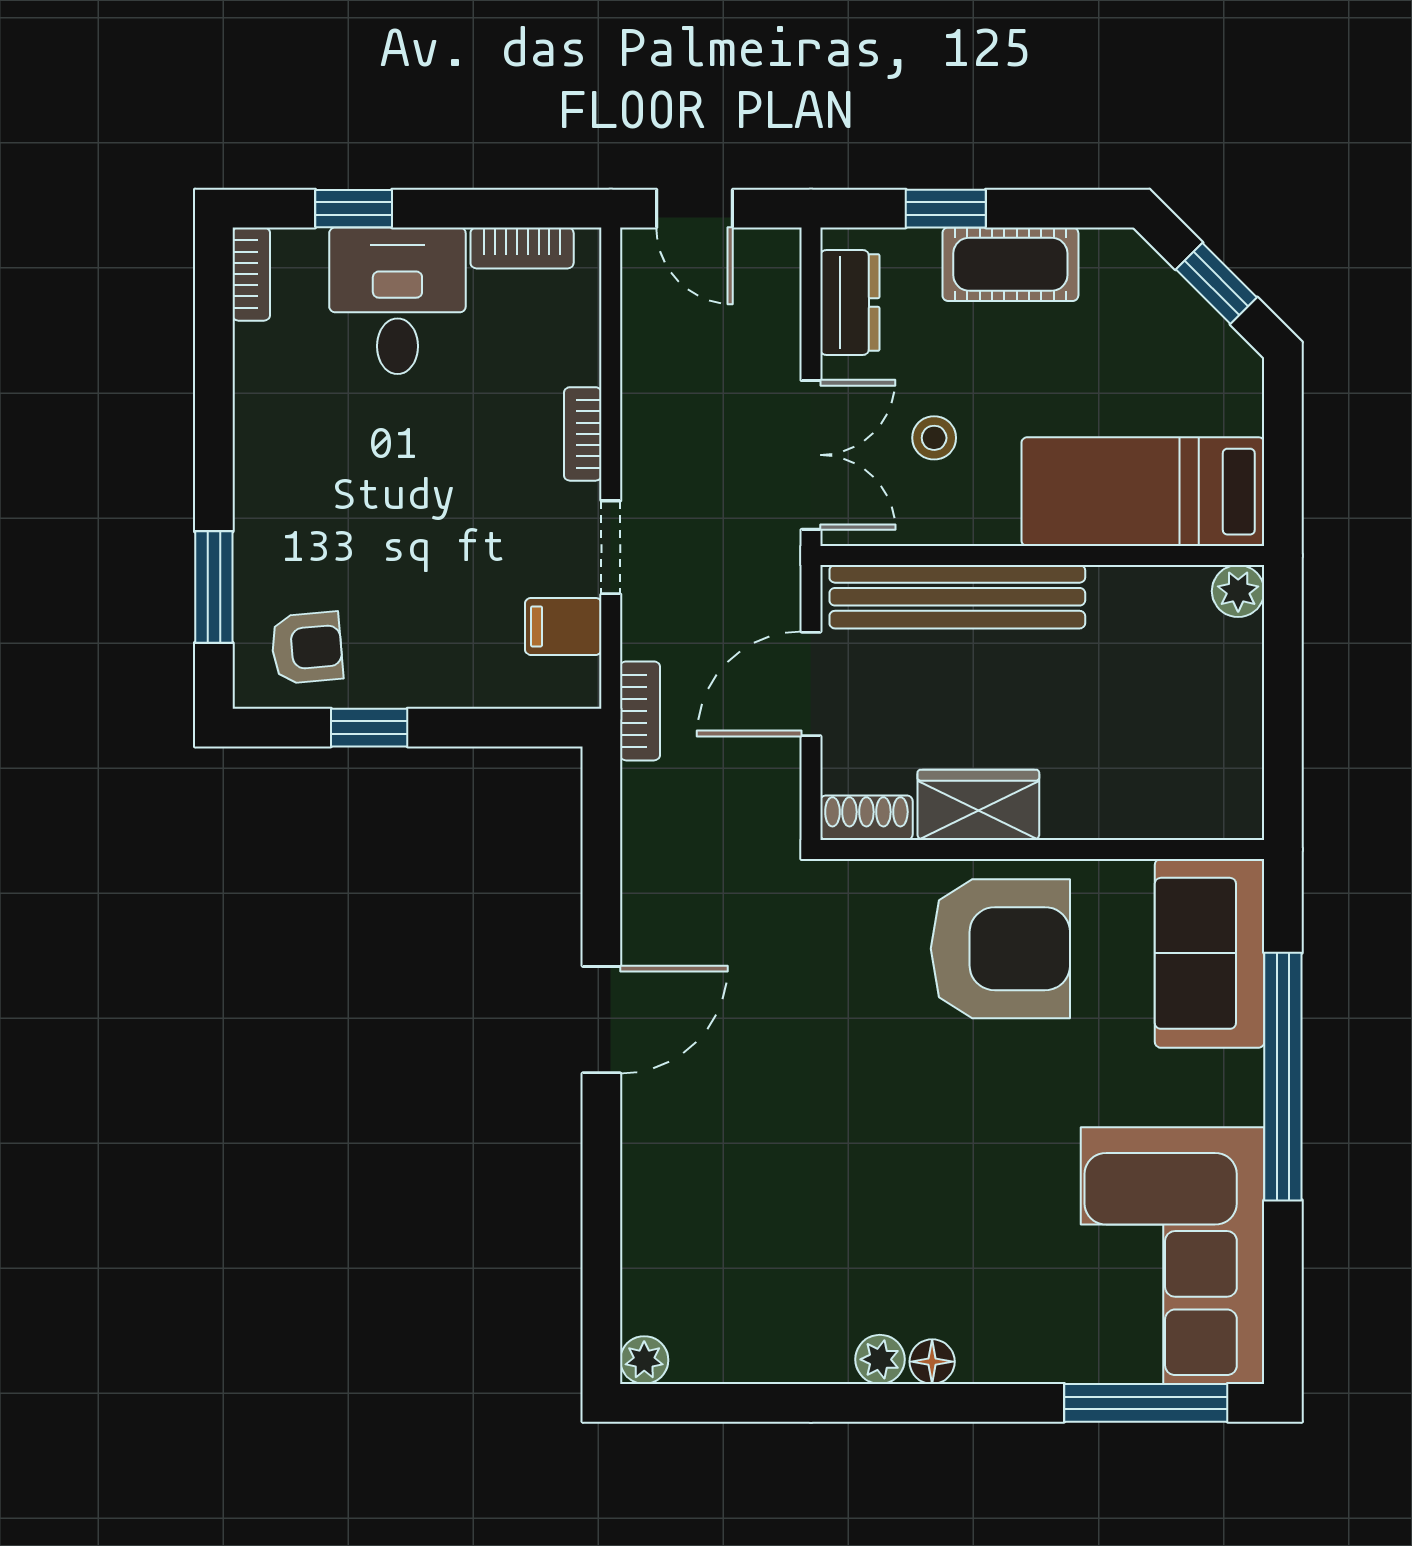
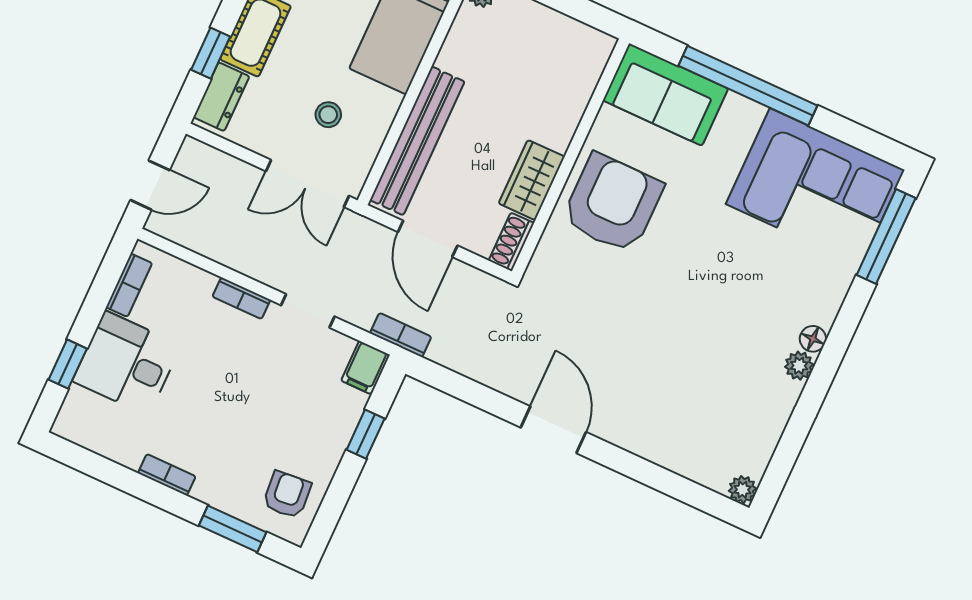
bookcase: (251, 274) -> (167, 475), moved
dresser: (850, 303) -> (221, 97), moved, turned 90
double door: (811, 455) -> (307, 183), swing flipped
filing cabinet: (563, 626) -> (365, 368), moved
window: (369, 728) -> (366, 434), moved

